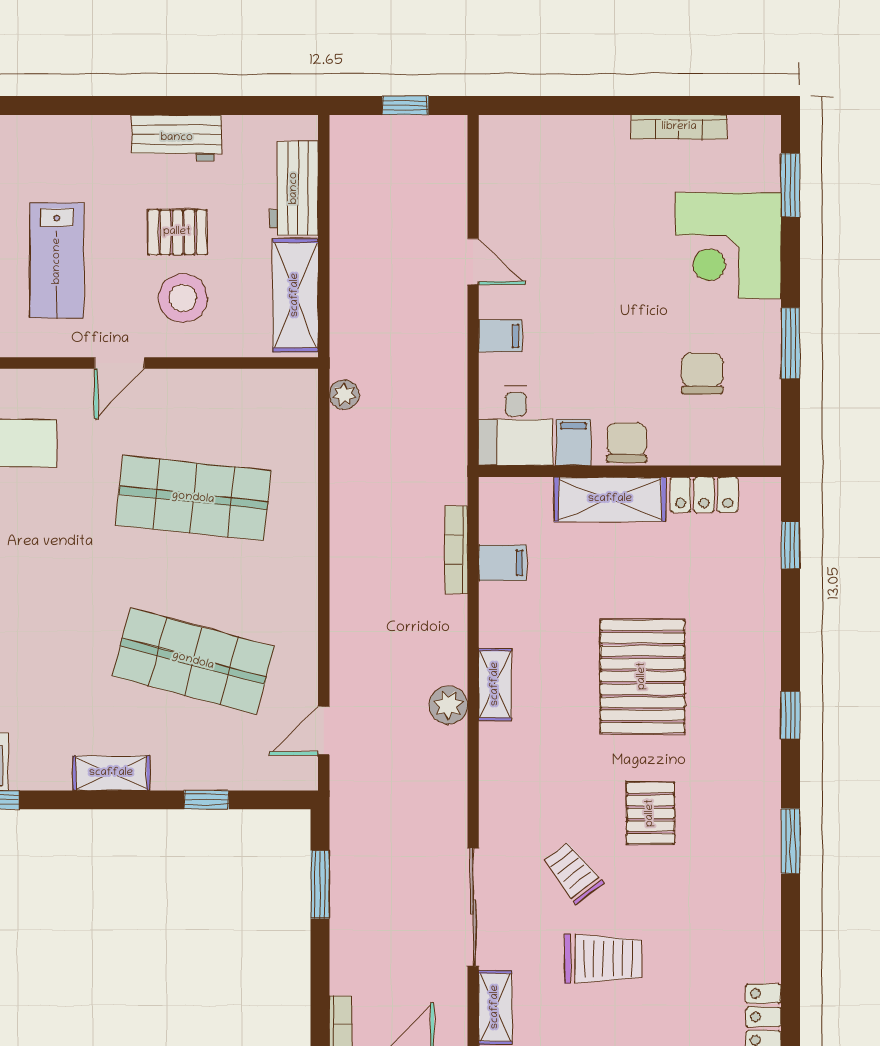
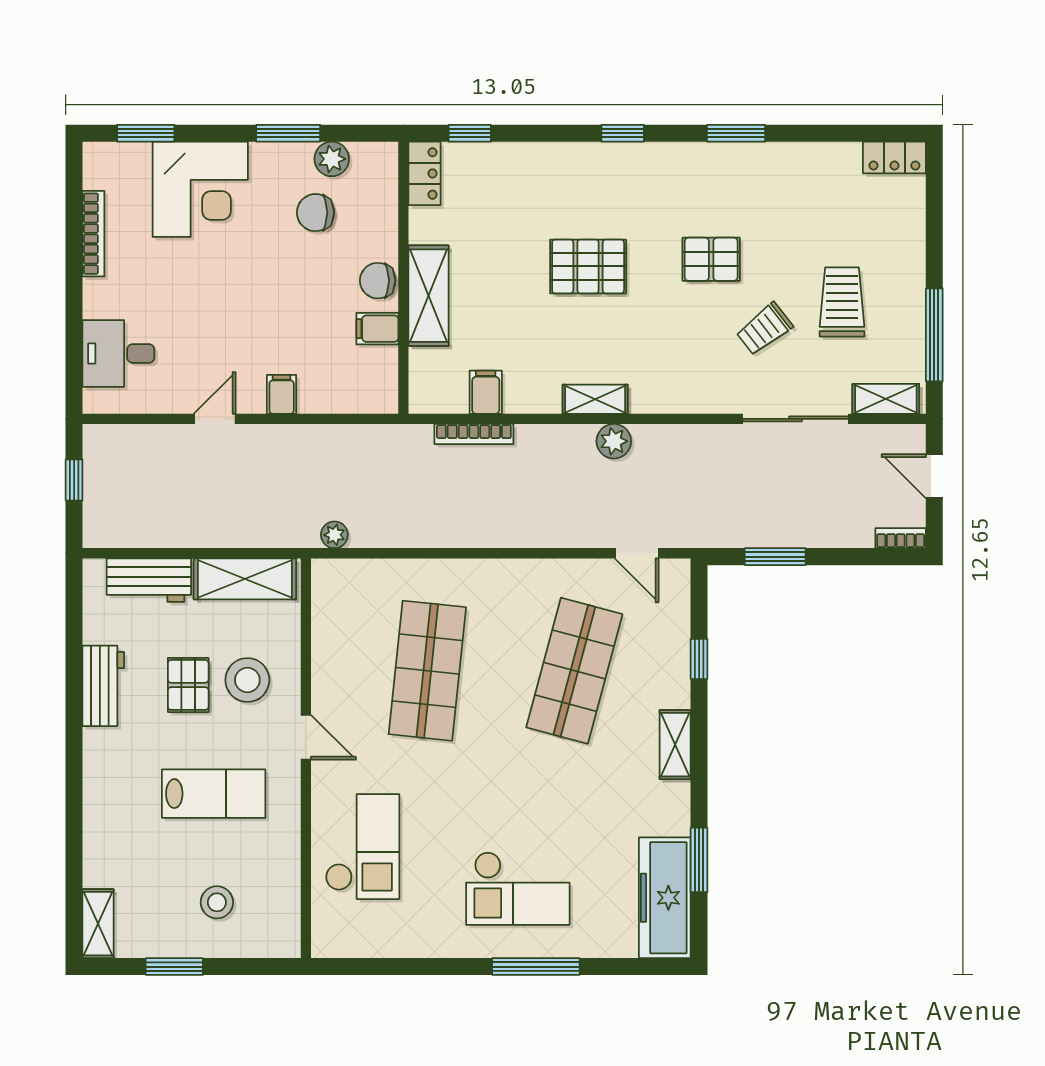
plant: (762, 392) -> (332, 159), added
desk: (516, 426) -> (118, 353), moved, turned 180
locker: (704, 495) -> (424, 173), moved
pallet: (642, 676) -> (588, 266), width x0.73, depth x0.71

